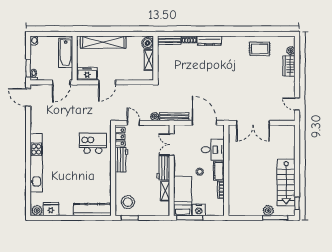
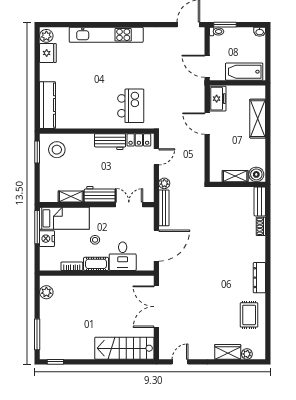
dresser: (209, 41) -> (259, 278), moved
shelving: (103, 42) -> (258, 119), width x0.68
stairs: (286, 182) -> (124, 348), moved
plant: (268, 210) -> (46, 292), moved

